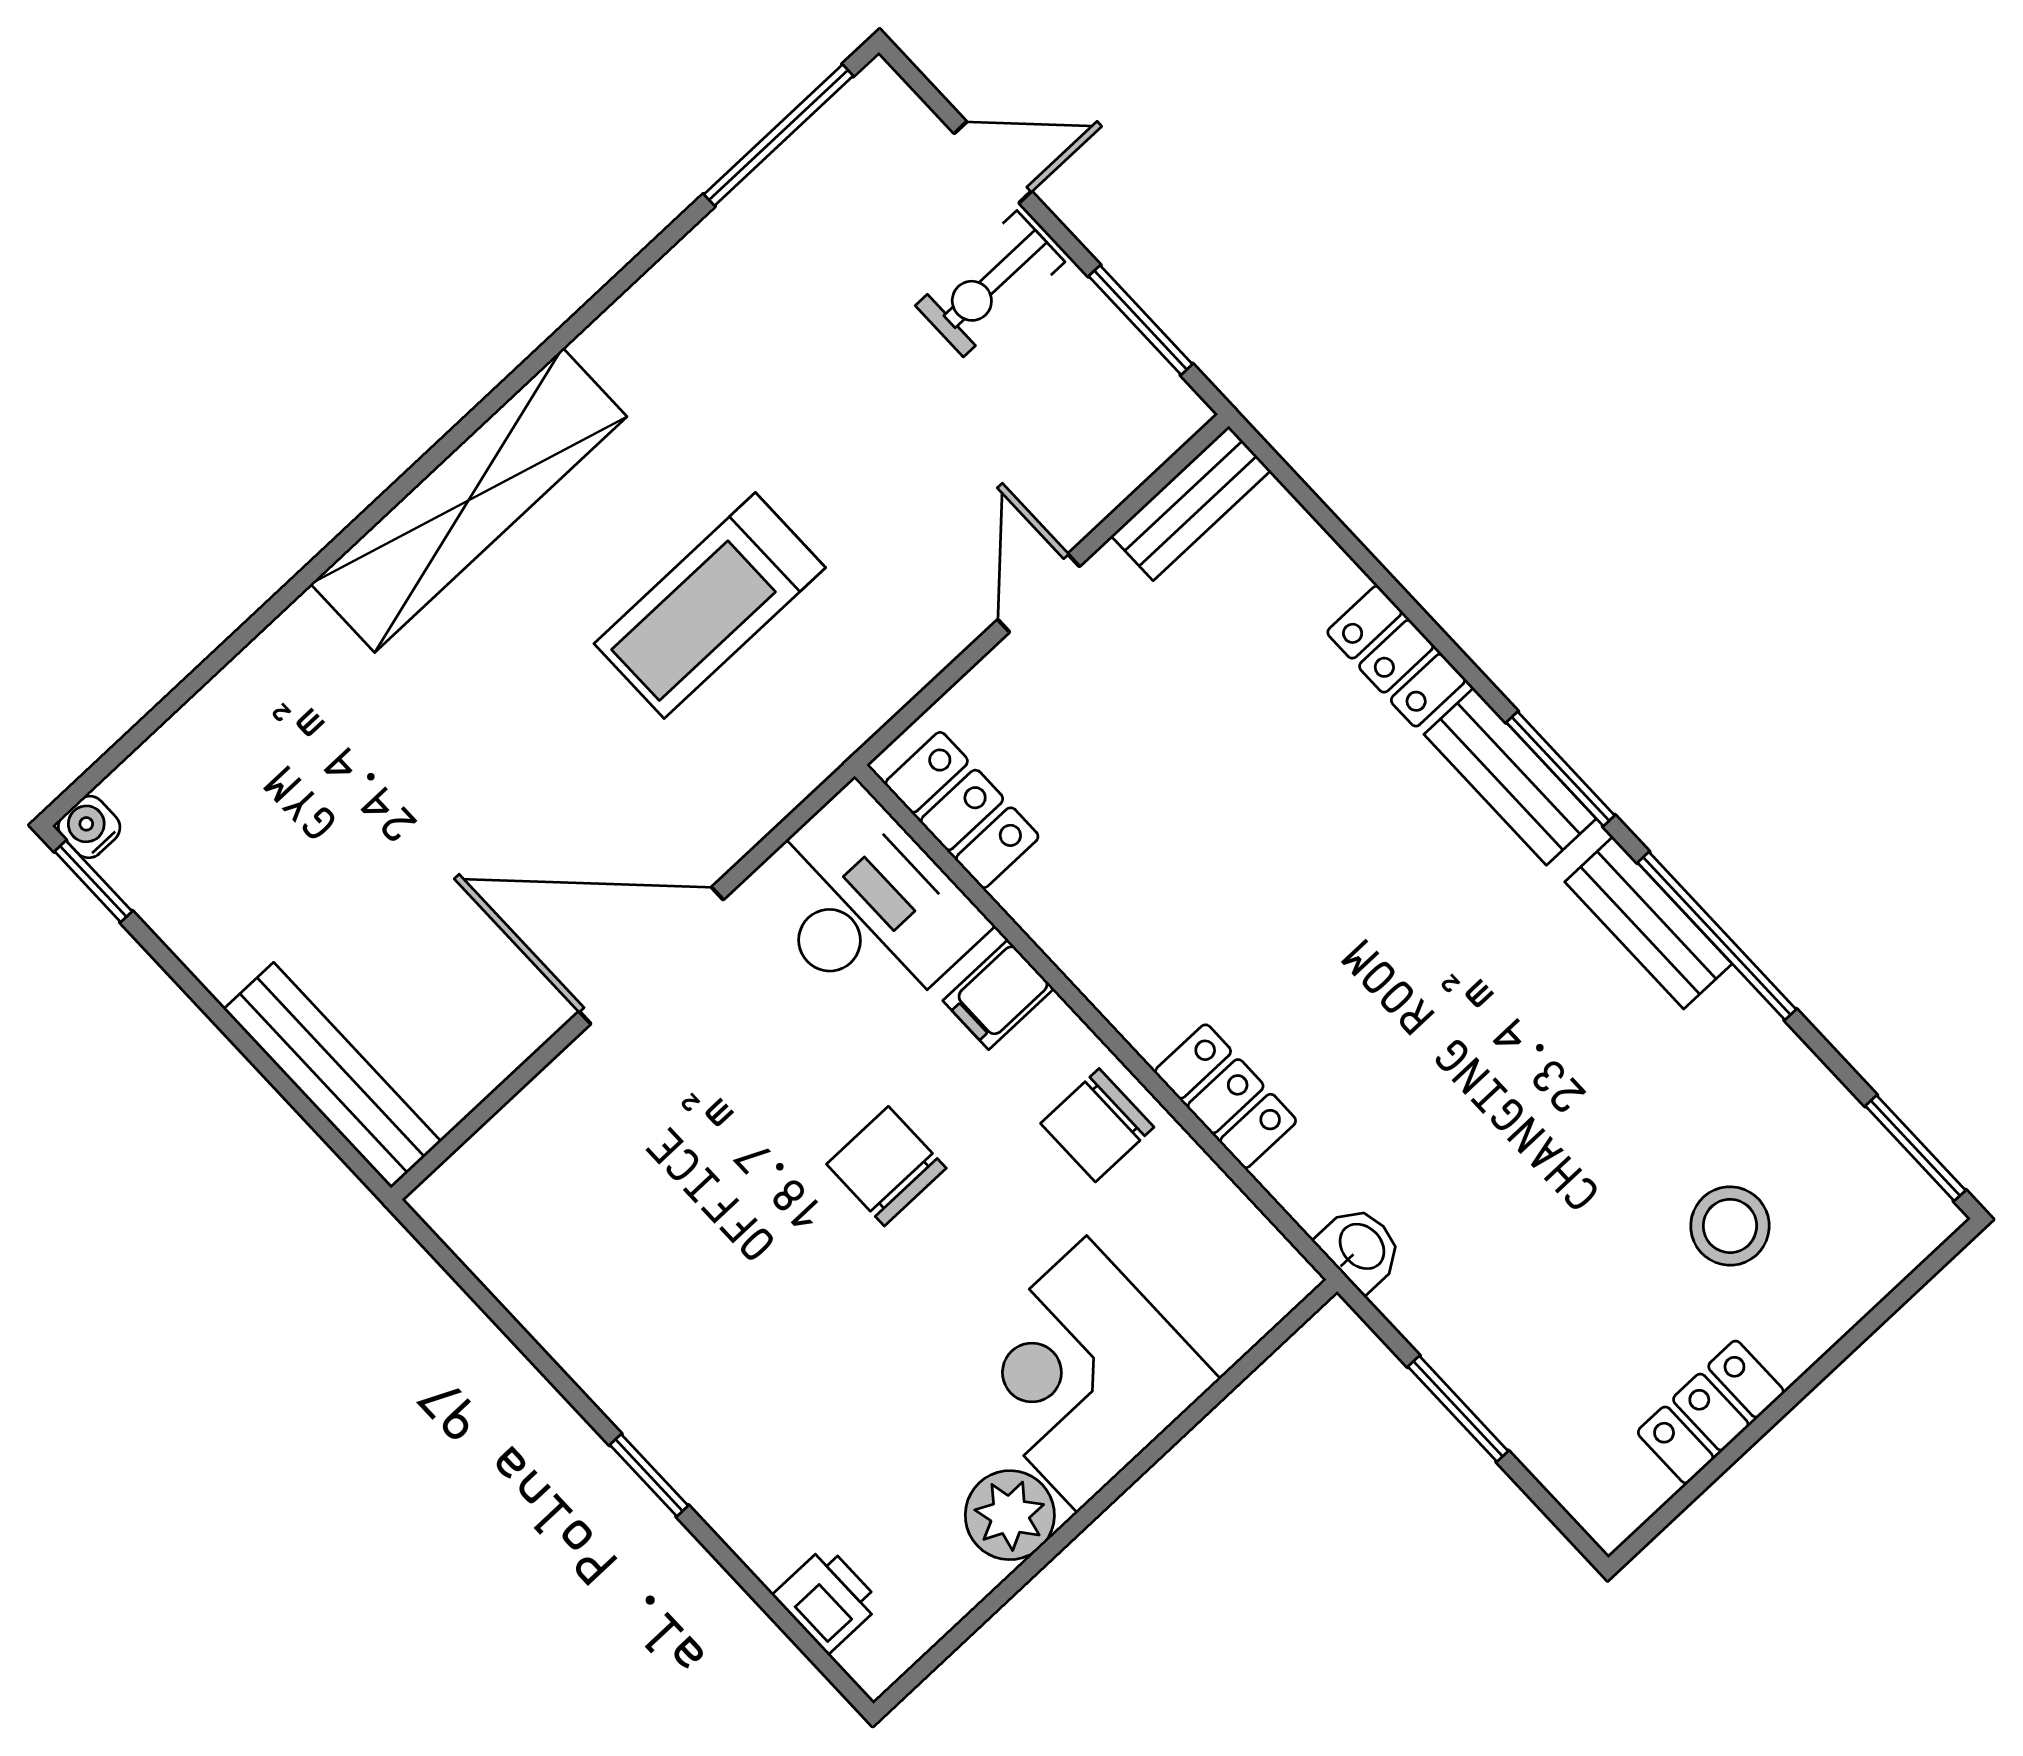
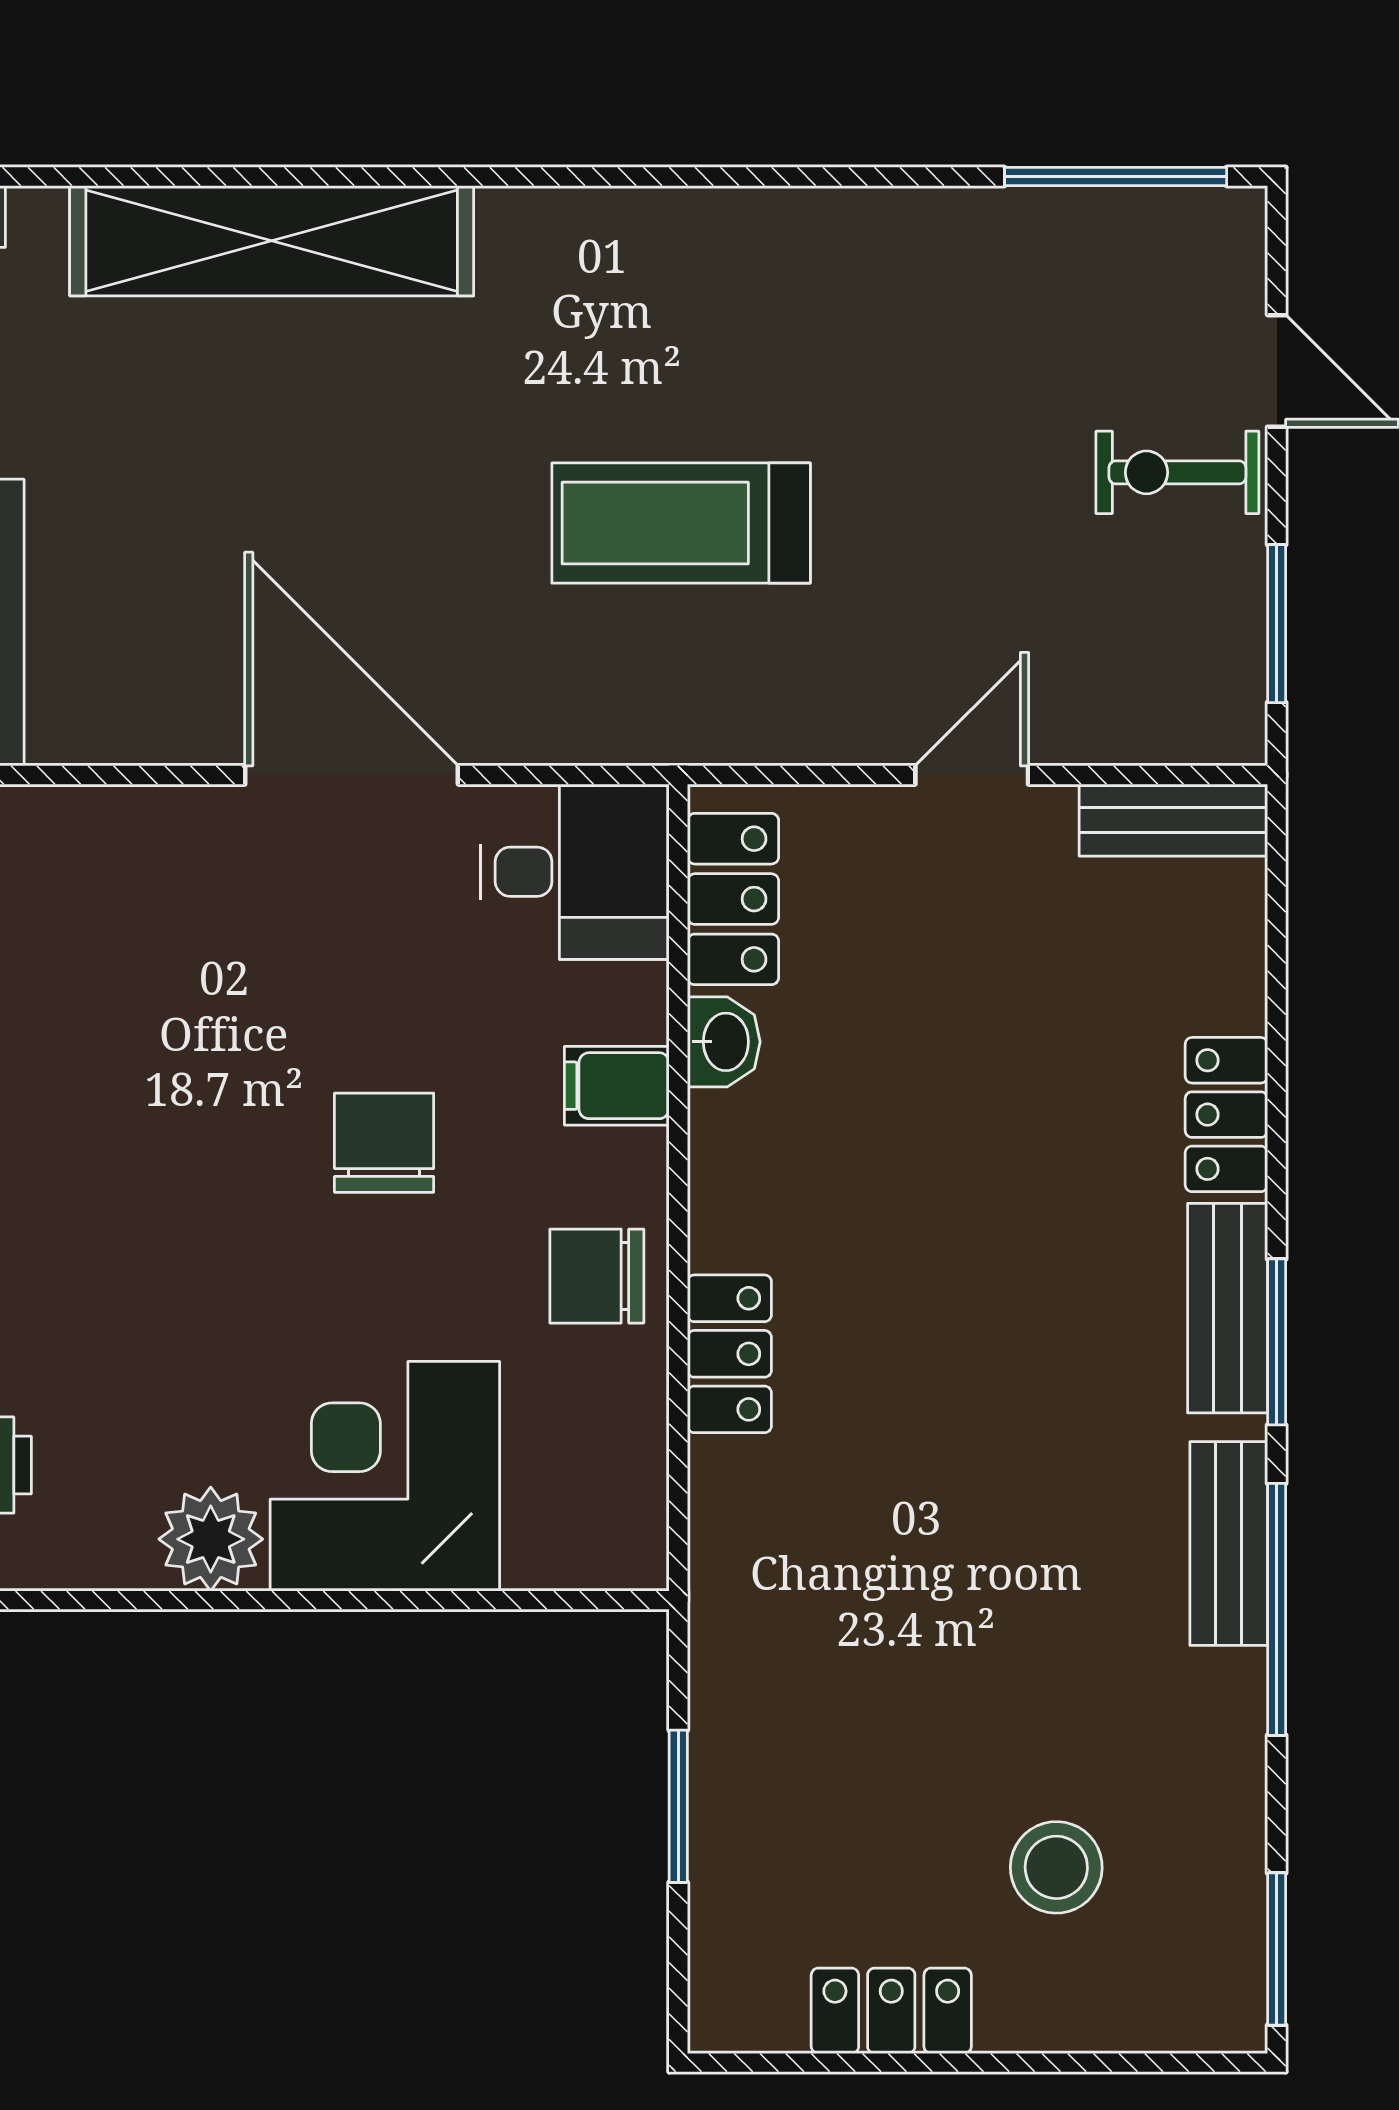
shelving: (469, 500) -> (272, 241), moved
desk: (866, 906) -> (575, 872), width x0.73
washbasin: (1361, 1248) -> (724, 1042), moved

